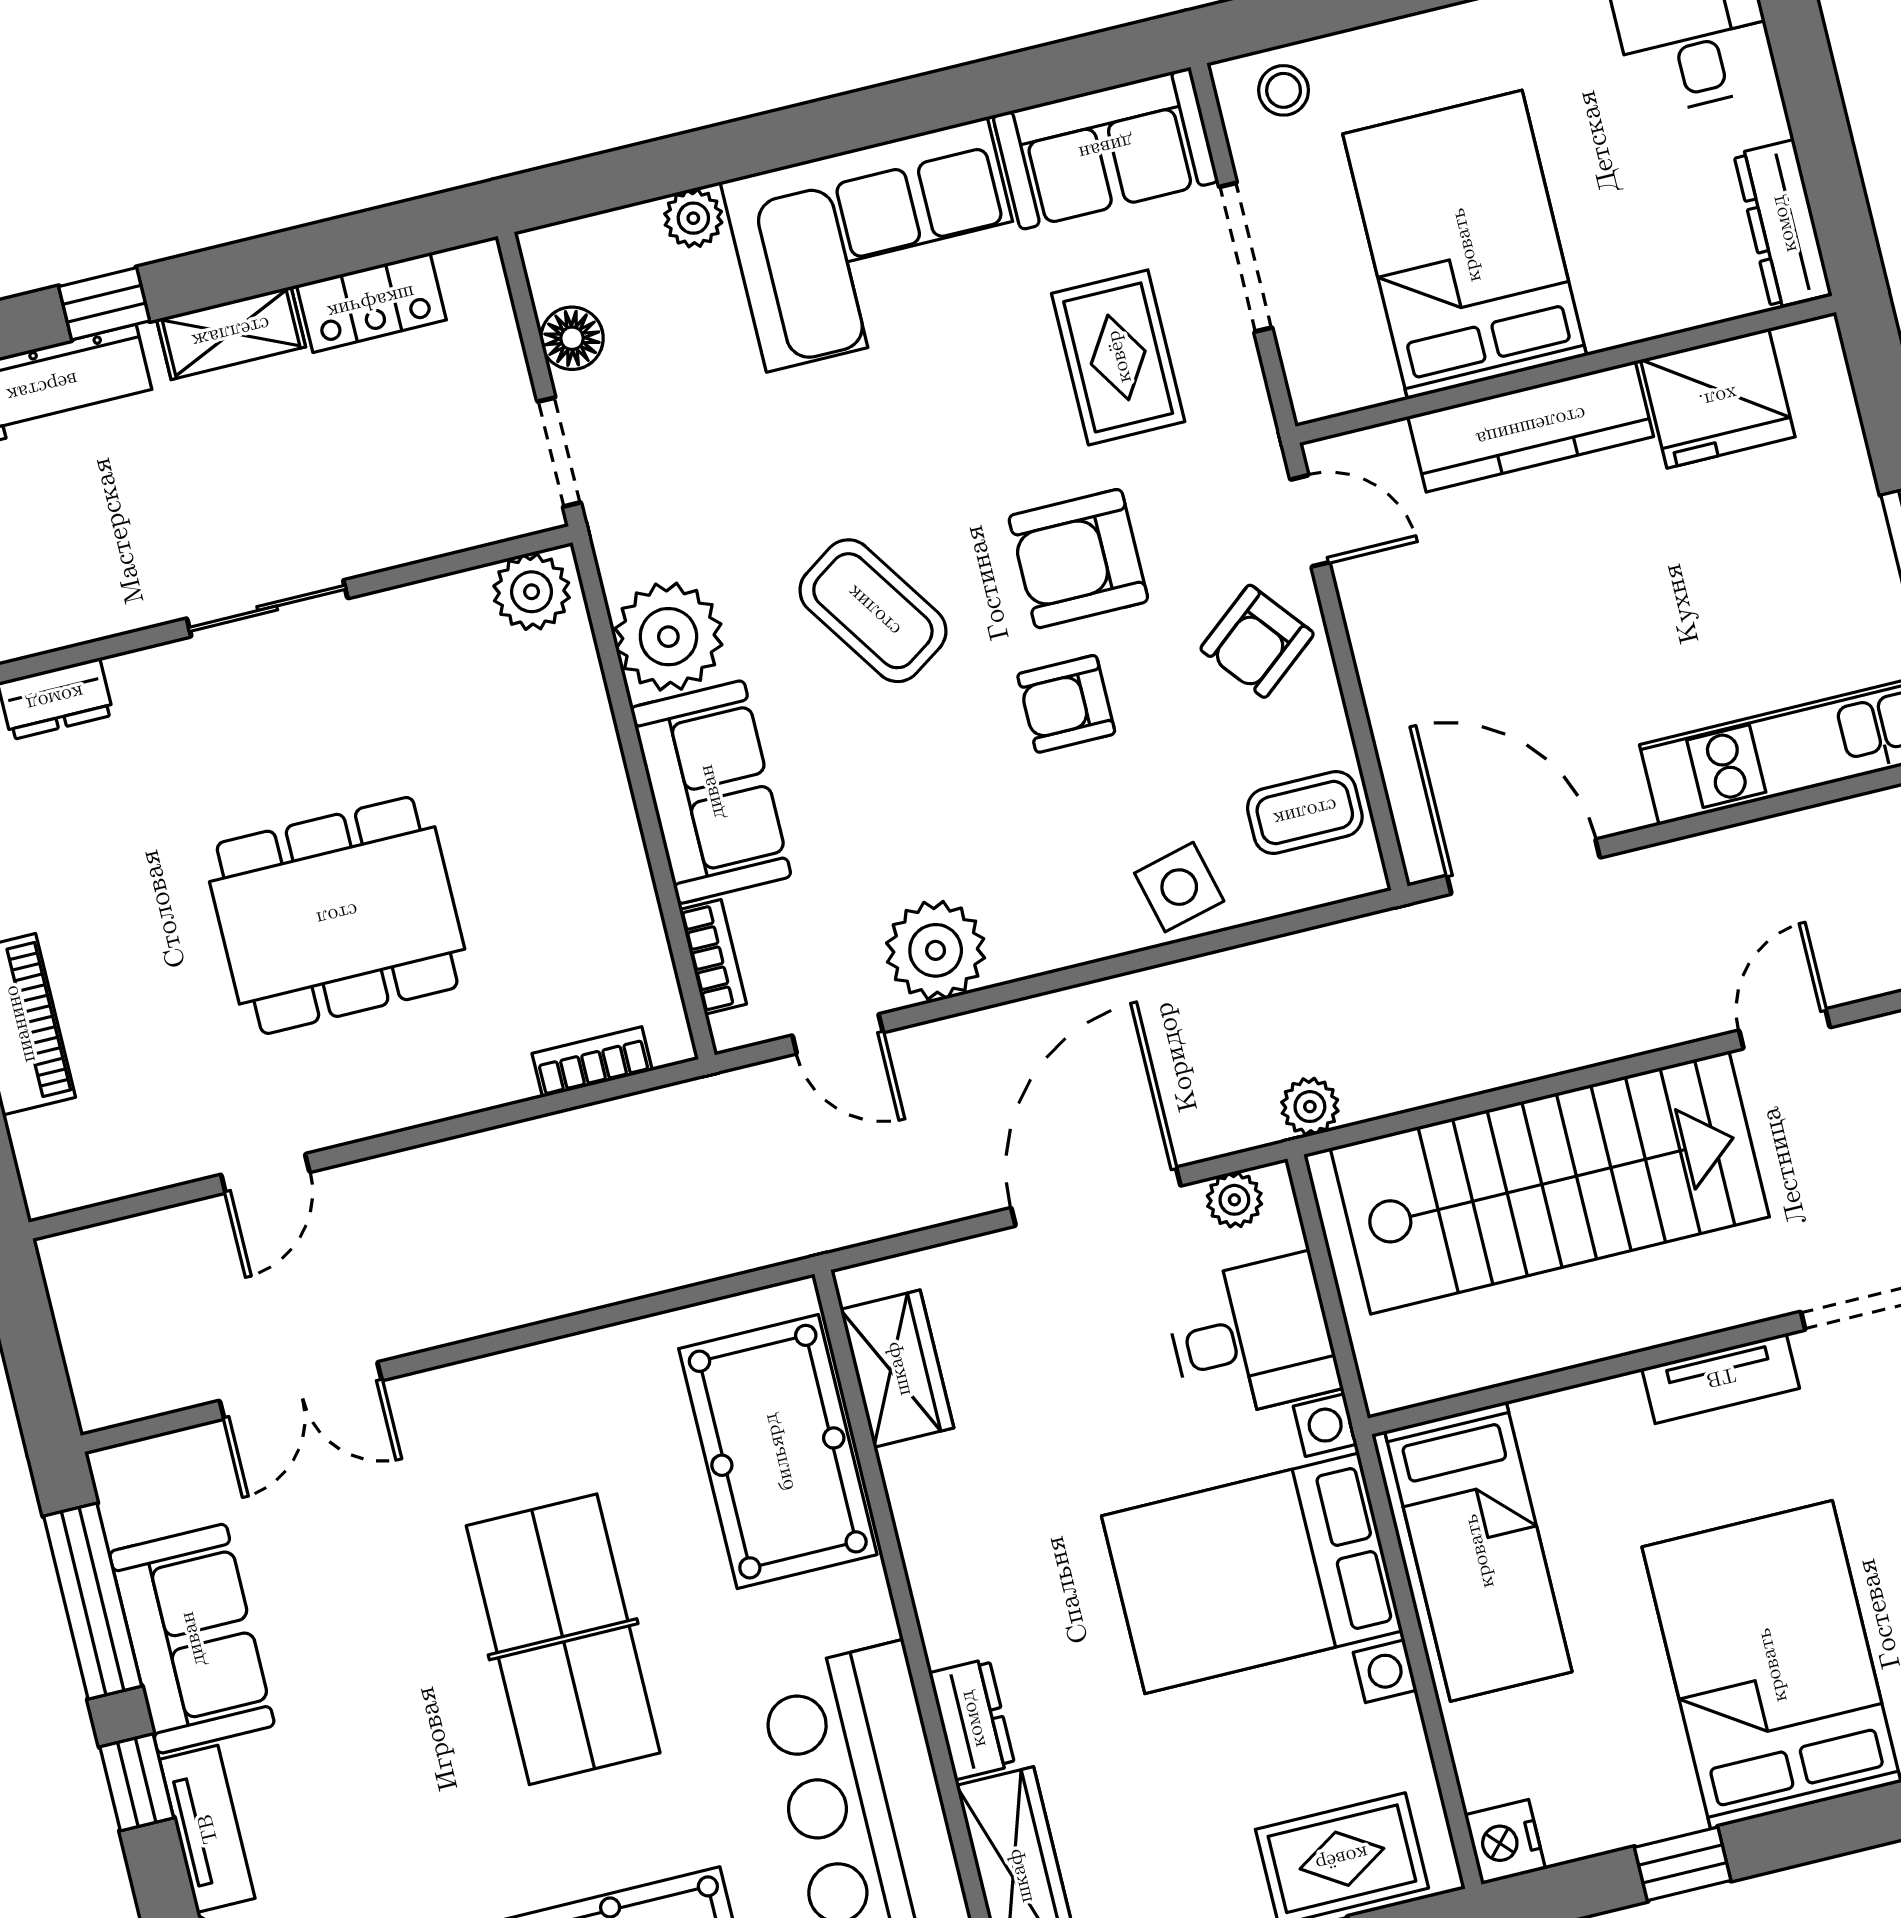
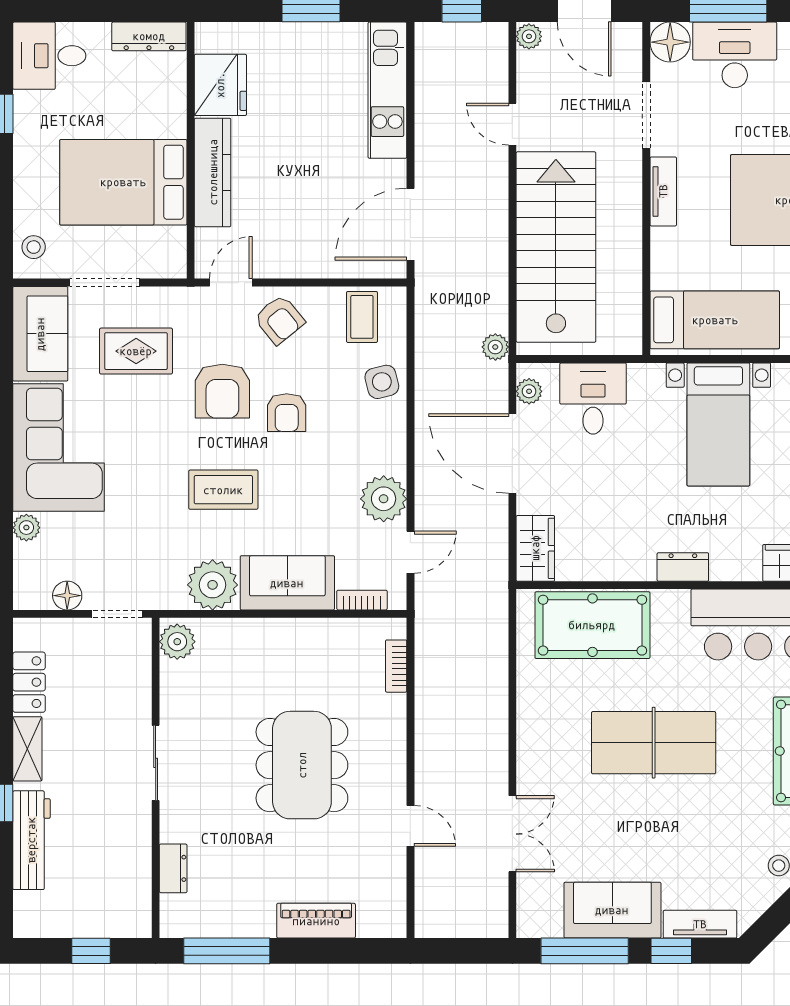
coffee table: (873, 611) -> (223, 490), turned 34
wardrobe: (897, 1369) -> (535, 548), moved, turned 90
bed with nightstands: (1252, 1573) -> (718, 424), width x0.73
dresser: (972, 1719) -> (683, 567), moved

